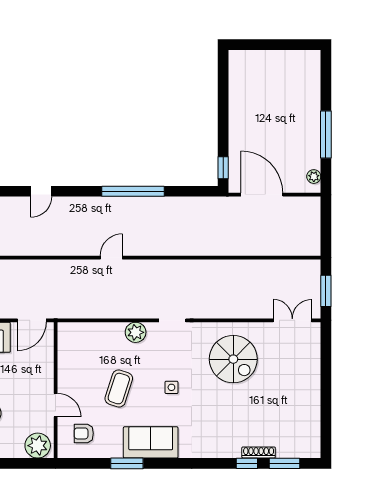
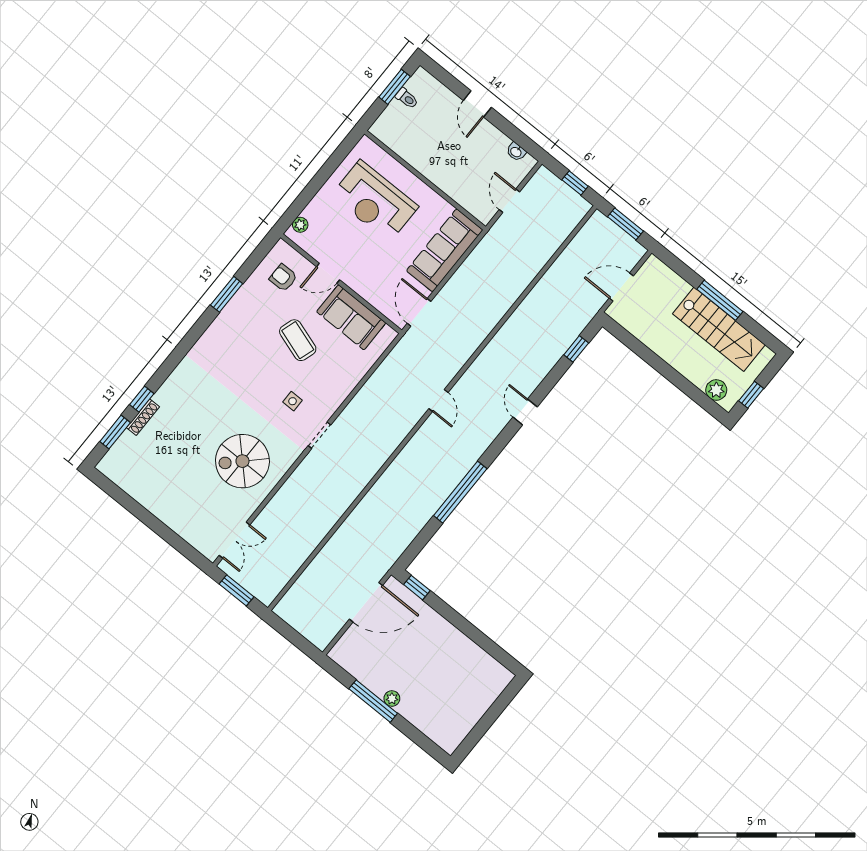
plant: (314, 177) -> (392, 699), moved
door: (111, 258) -> (438, 401), moved
plant: (136, 332) -> (335, 395), removed
side table: (171, 387) -> (293, 401), moved
armchair: (84, 433) -> (283, 278), turned -90
sofa: (151, 442) -> (351, 317), moved, turned 90
plant: (38, 446) -> (300, 225), width x0.53, depth x0.53

